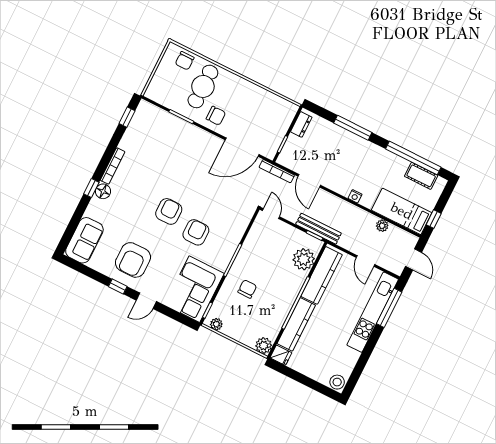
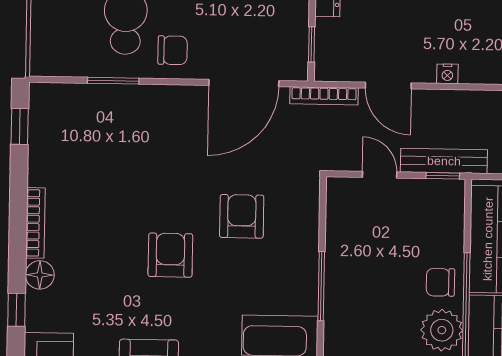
window: (91, 188) -> (16, 310), moved
nightstand: (355, 196) -> (447, 74), moved
door: (271, 214) -> (380, 175), moved
armchair: (196, 232) -> (242, 216), moved
plant: (304, 259) -> (442, 330), moved
chair: (247, 289) -> (440, 282), moved, turned -90

